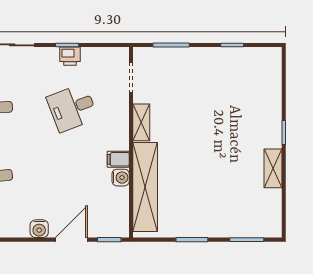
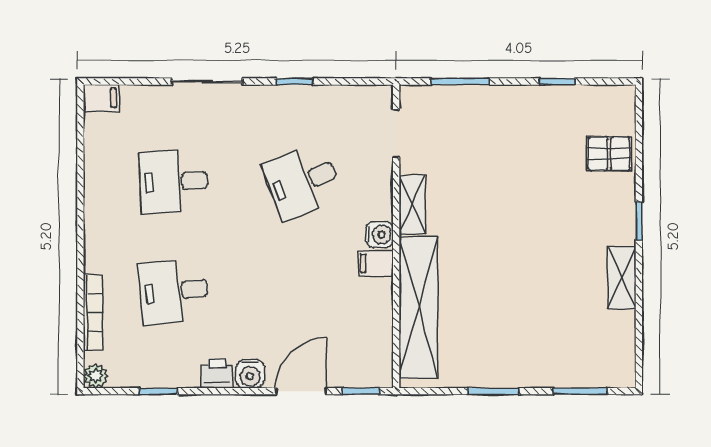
printer: (70, 56) -> (217, 373), moved, turned 180
pallet: (265, 90) -> (609, 154), added
water cooler: (121, 178) -> (379, 234), moved

